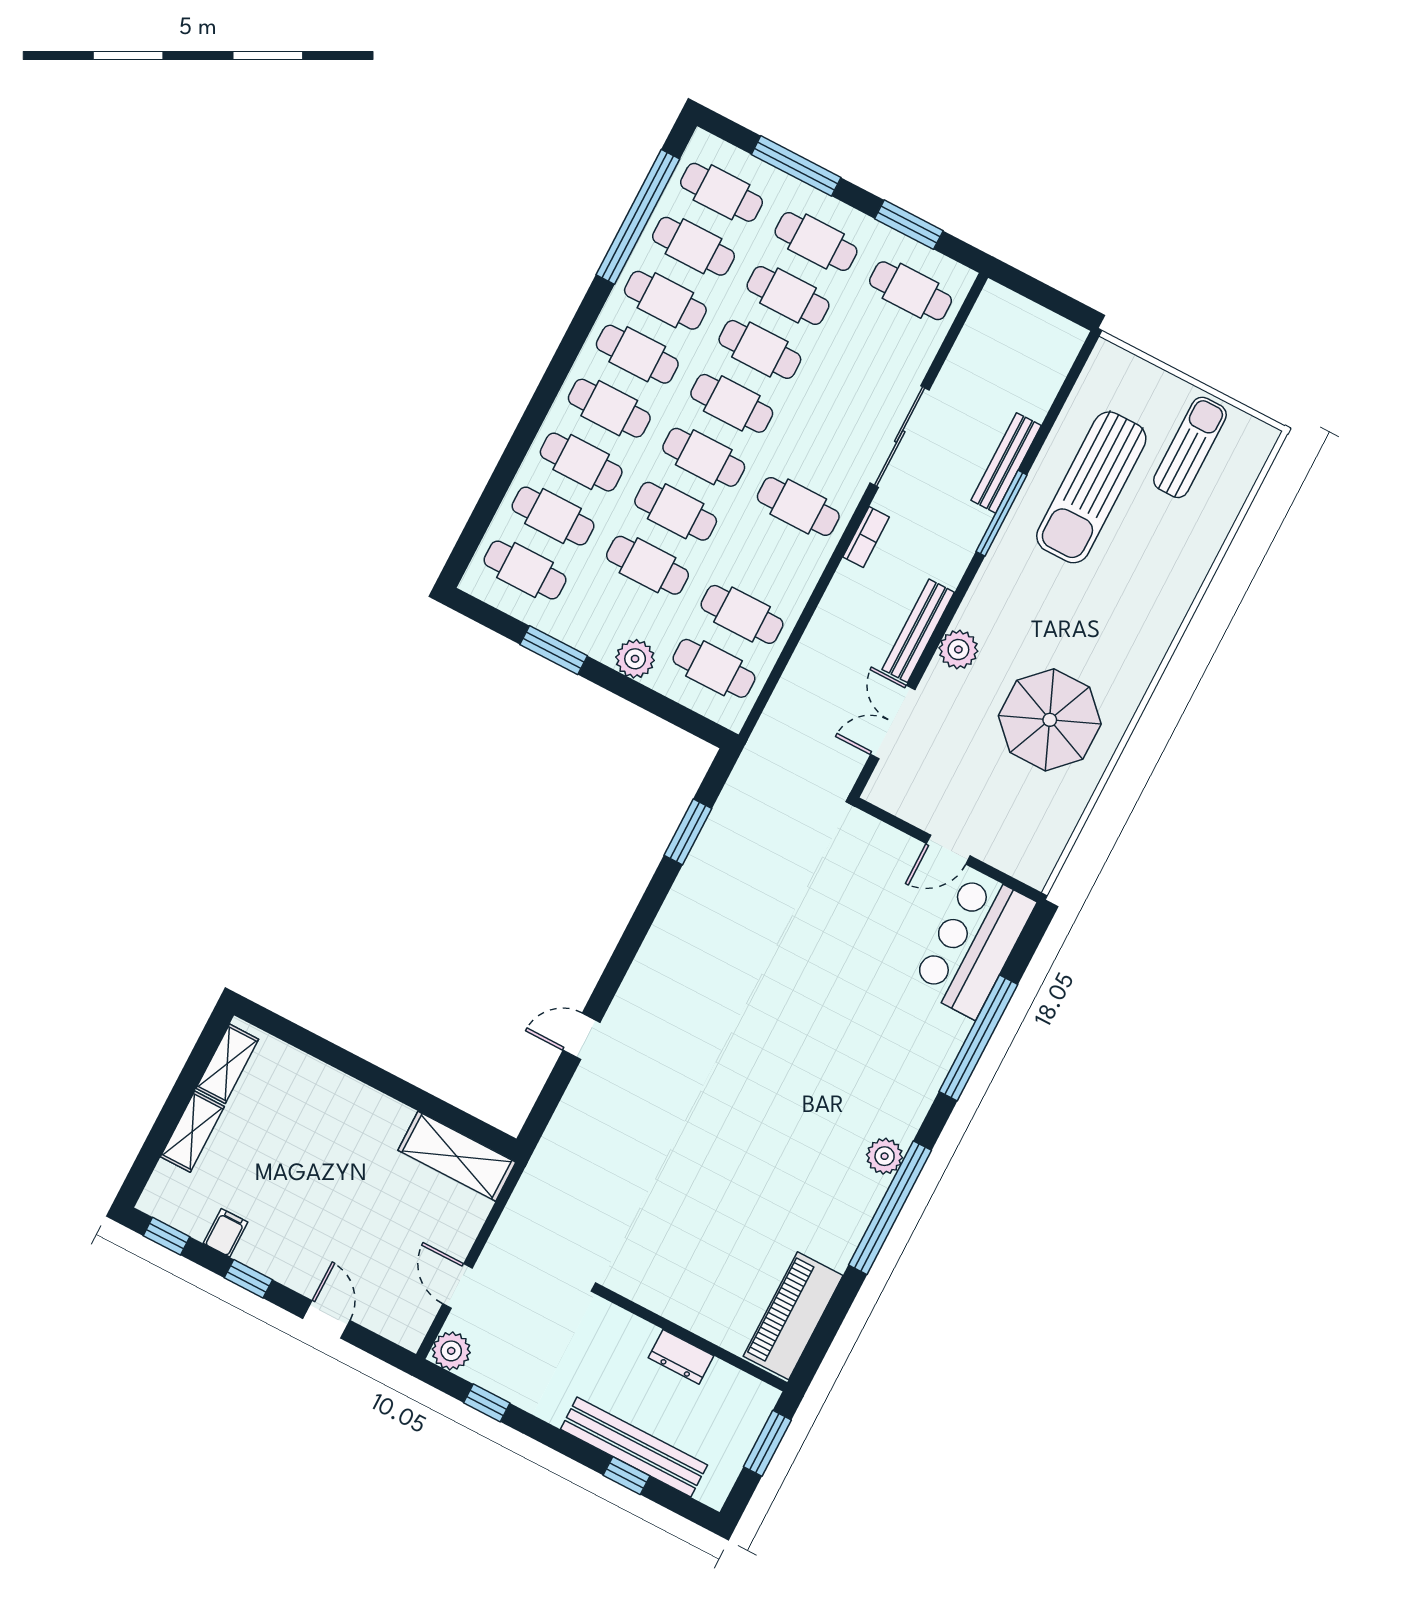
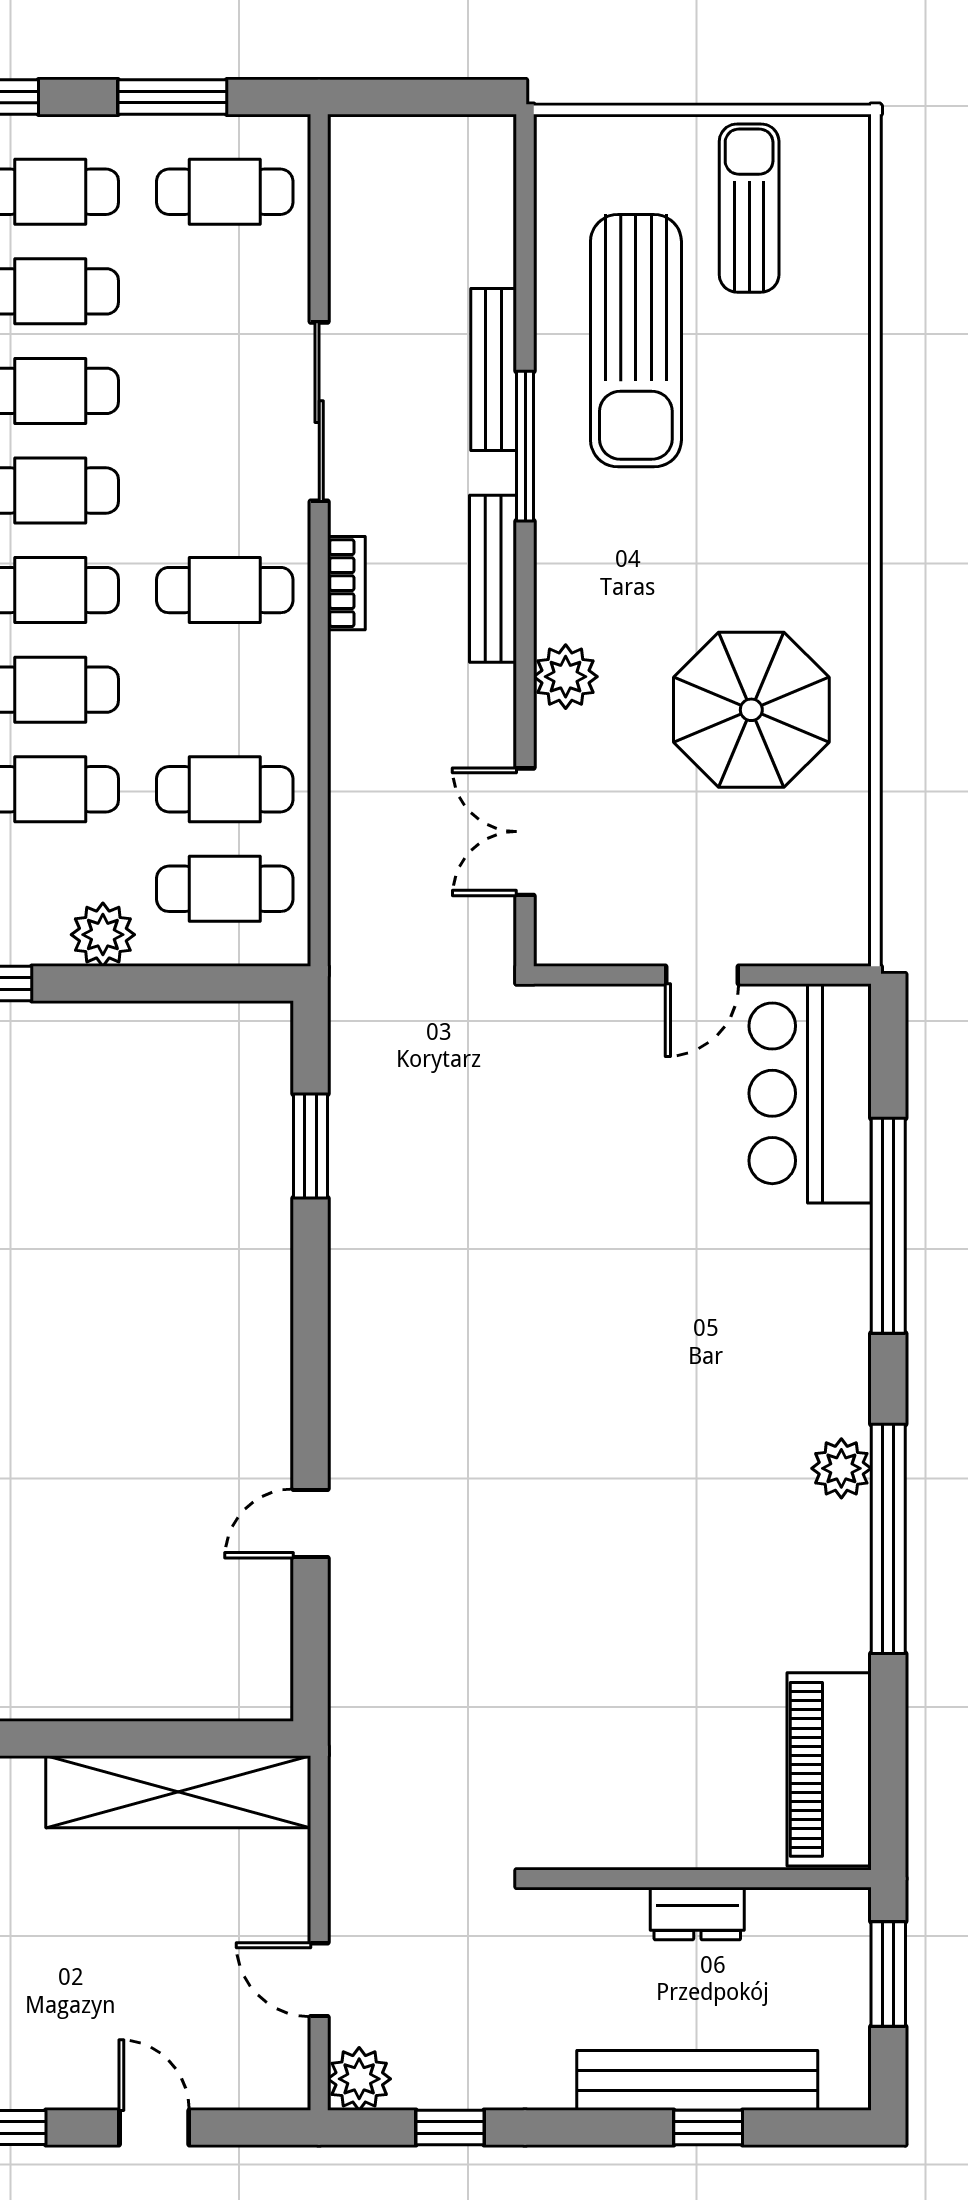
bench: (918, 631) -> (493, 579), moved
shelving: (457, 1156) -> (178, 1792), width x1.47

